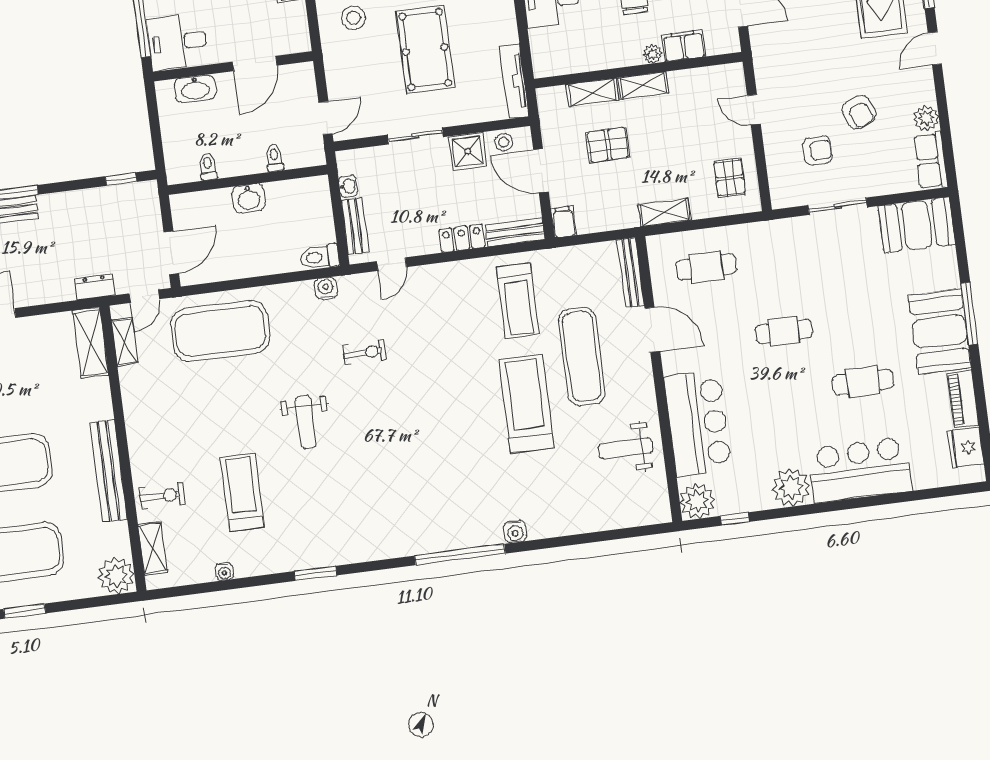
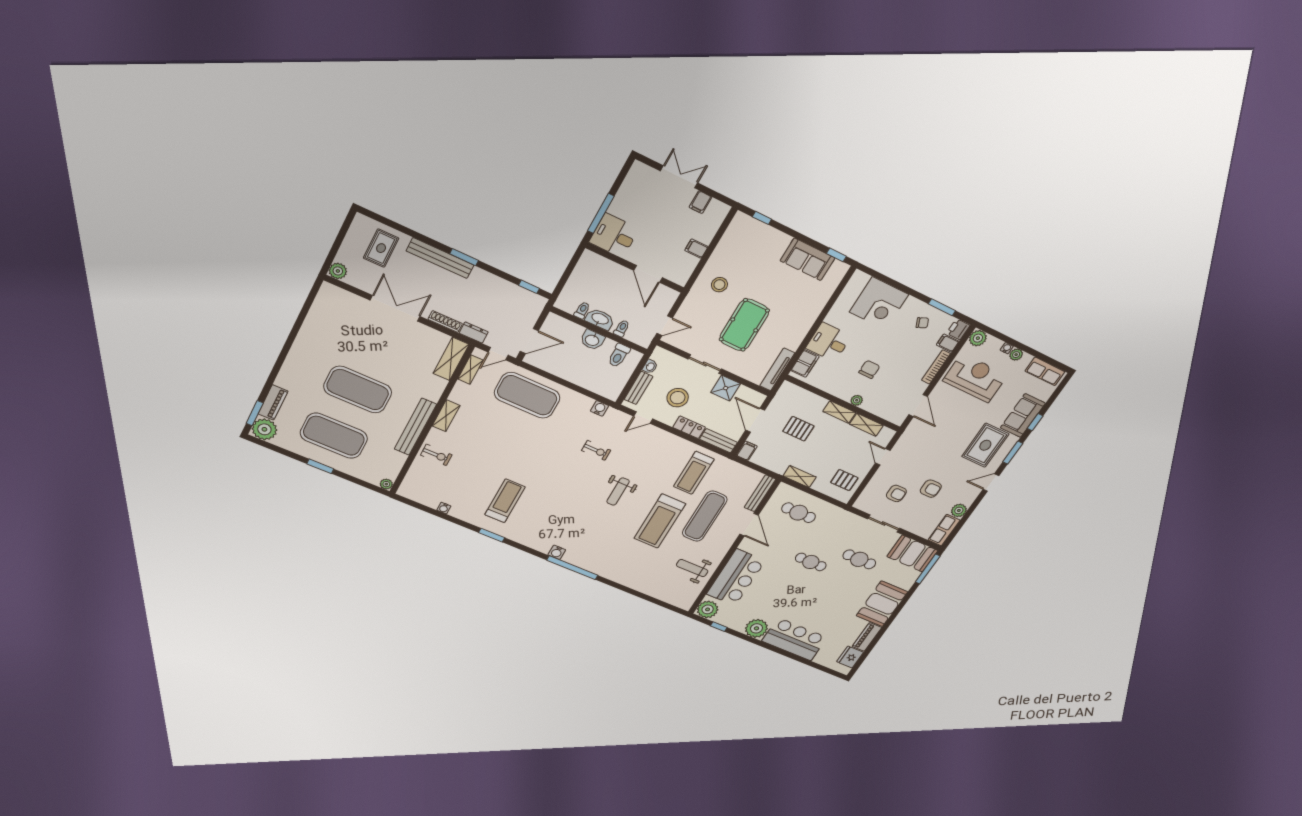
filing cabinet: (684, 46) -> (805, 363), moved, turned 90
door: (255, 64) -> (648, 274), hinge flipped
washbasin: (195, 89) -> (600, 319), moved, turned 180
shelving: (592, 92) -> (866, 425), moved
armchair: (859, 112) -> (931, 489), turned -66
stool: (504, 142) -> (678, 398), moved, width x1.89, depth x1.89
pallet: (730, 178) -> (844, 480), turned 90
toilet: (319, 257) -> (619, 355), moved, turned -90
shoe rack: (50, 295) -> (445, 322), added
window: (969, 314) -> (928, 569), moved
cafe table: (863, 382) -> (859, 559), moved
treadmill: (526, 404) -> (660, 521), turned 180
weight bench: (306, 422) -> (618, 492), moved
treadmill: (242, 492) -> (505, 501), moved
water cooler: (515, 532) -> (557, 552), moved
shelving: (153, 548) -> (446, 416), moved
plant: (116, 576) -> (386, 484), width x0.53, depth x0.53

